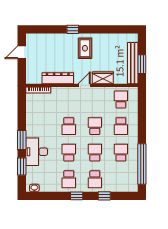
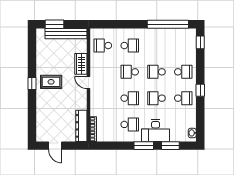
window: (73, 29) -> (32, 83), moved
window: (142, 64) -> (54, 24), moved
dresser: (58, 78) -> (81, 126), moved
school desk: (121, 153) -> (130, 124), moved, turned 180
window: (104, 196) -> (200, 42), moved

